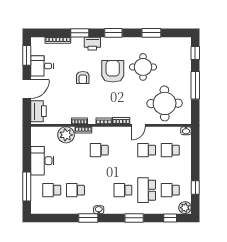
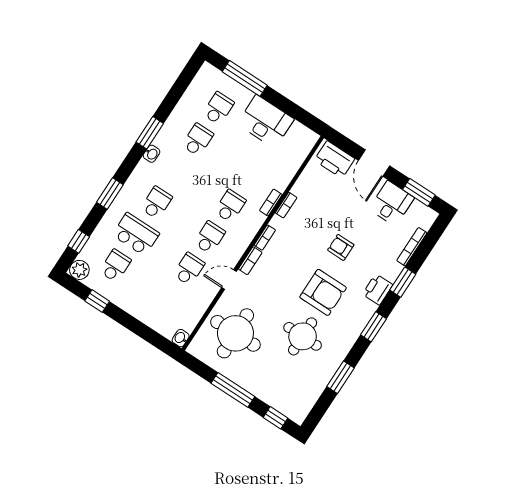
door: (138, 125) -> (229, 280), hinge flipped
plant: (66, 135) -> (279, 175), removed
school desk: (170, 150) -> (210, 237), moved

